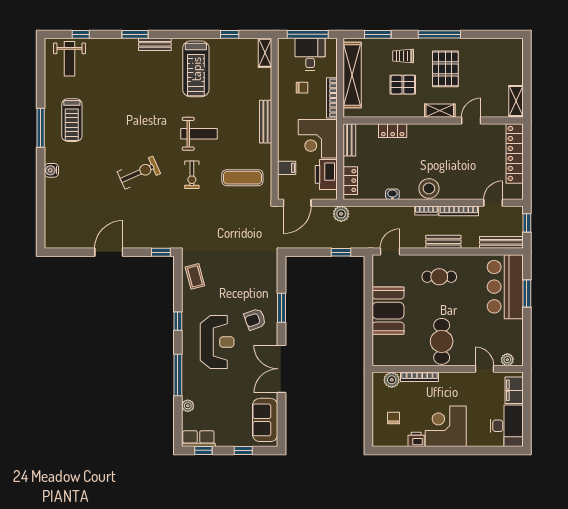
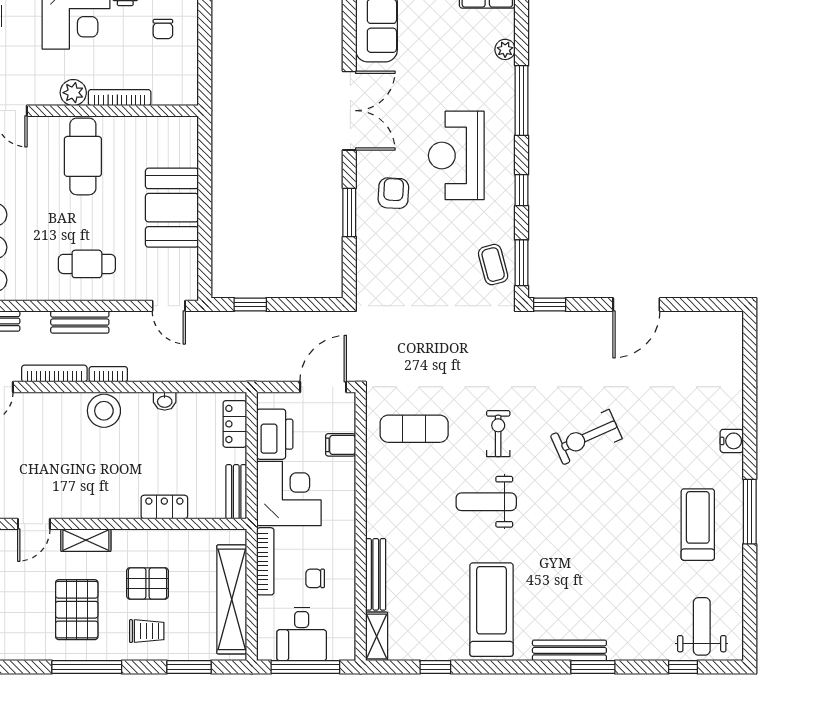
bench: (155, 44) -> (569, 650), width x1.36
bench: (266, 122) -> (376, 574), moved
plant: (341, 214) -> (250, 369), removed
door: (390, 252) -> (169, 306), hinge flipped
window: (178, 277) -> (522, 263), added
armchair: (255, 319) -> (393, 193), turned -67
plant: (392, 380) -> (73, 93), moved

